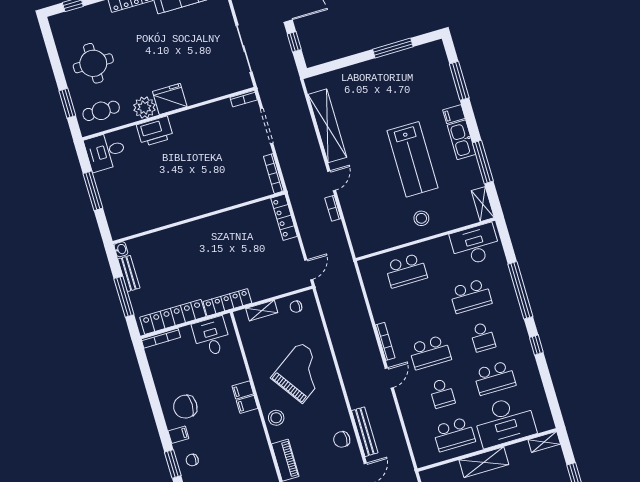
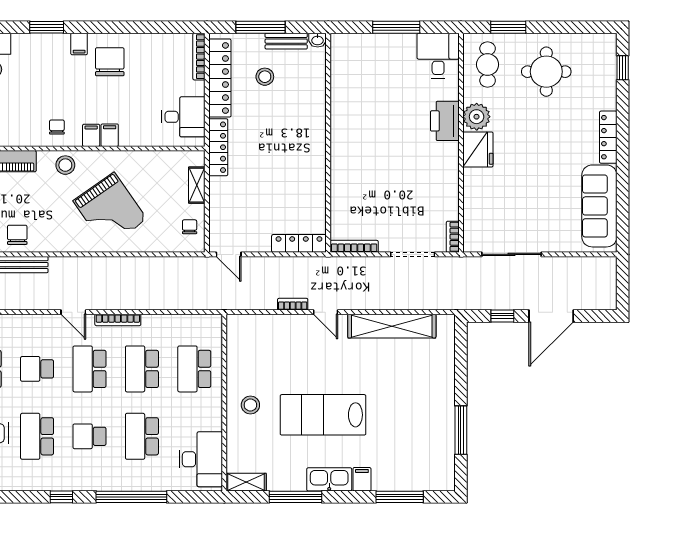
stool: (162, 282) -> (265, 77), added
school desk: (418, 311) -> (142, 369), added
chair: (192, 460) -> (57, 127), moved

